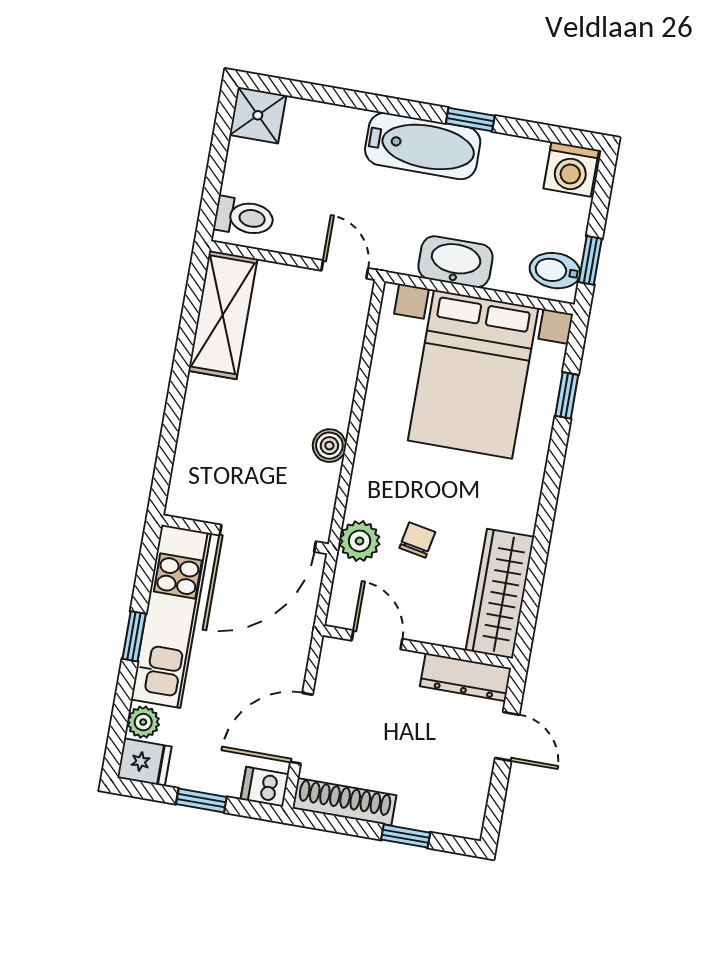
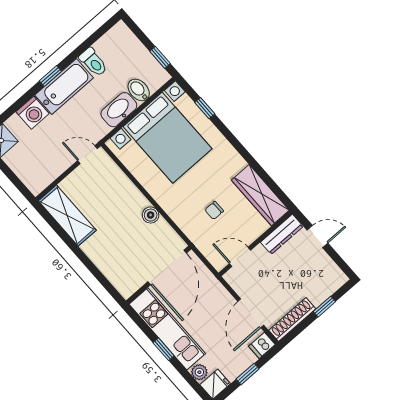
window: (470, 120) -> (50, 76), moved
washing machine: (571, 169) -> (32, 113), moved
toilet: (244, 217) -> (93, 62), moved, turned 90
bidet: (555, 271) -> (139, 90), moved, turned 90
chair: (417, 540) -> (214, 210), turned -101
plant: (360, 541) -> (197, 233), removed

